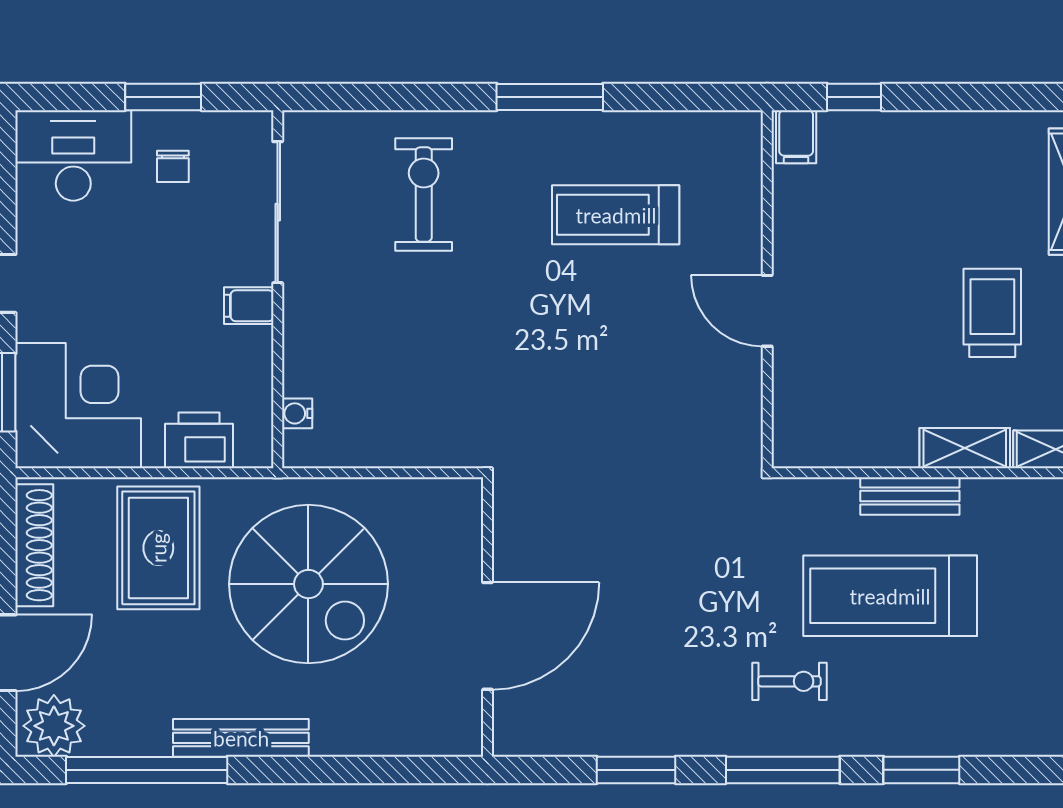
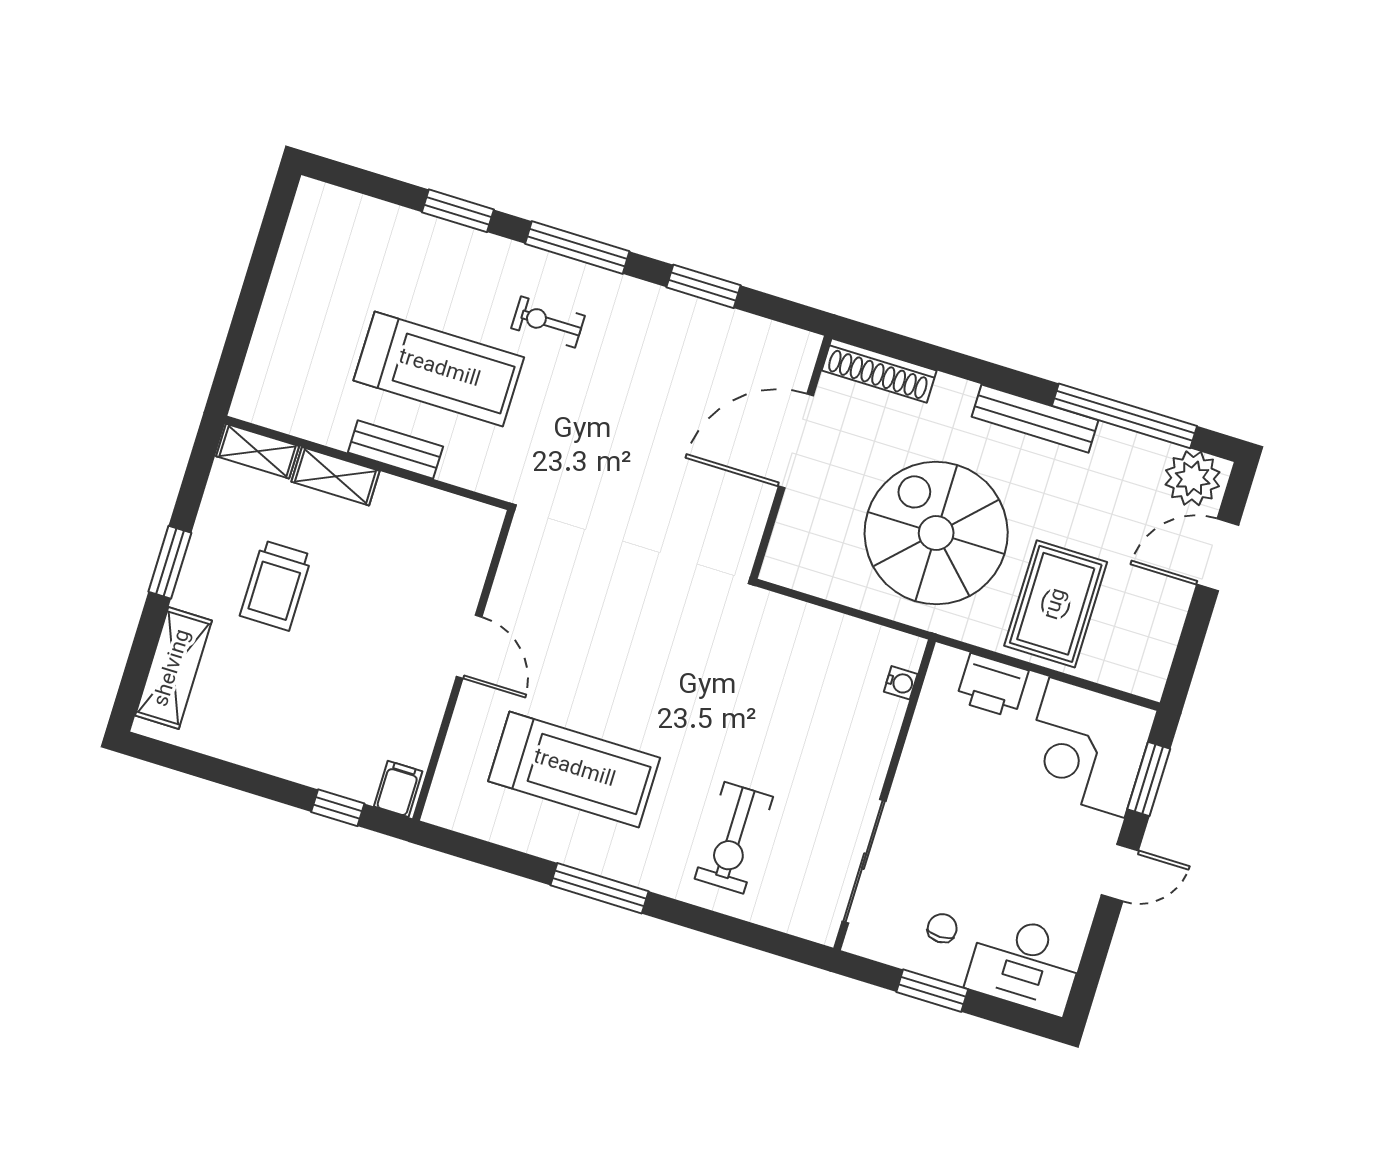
treadmill: (616, 215) -> (574, 769), width x1.37, depth x1.38
filing cabinet: (249, 306) -> (914, 788), removed
shoe rack: (34, 545) -> (879, 371), moved, turned -90

